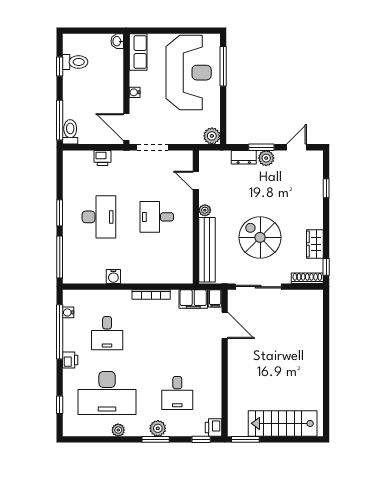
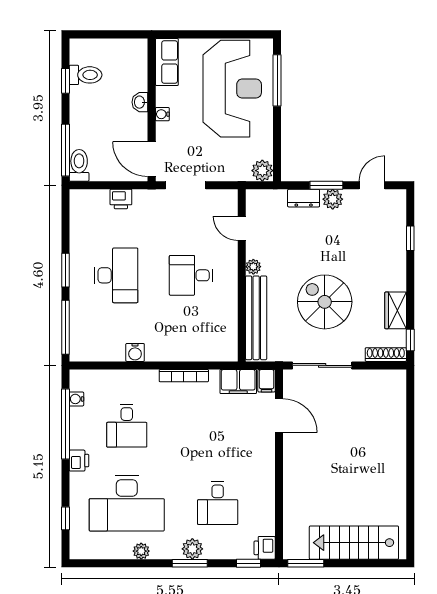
washbasin: (117, 41) -> (140, 102), moved

